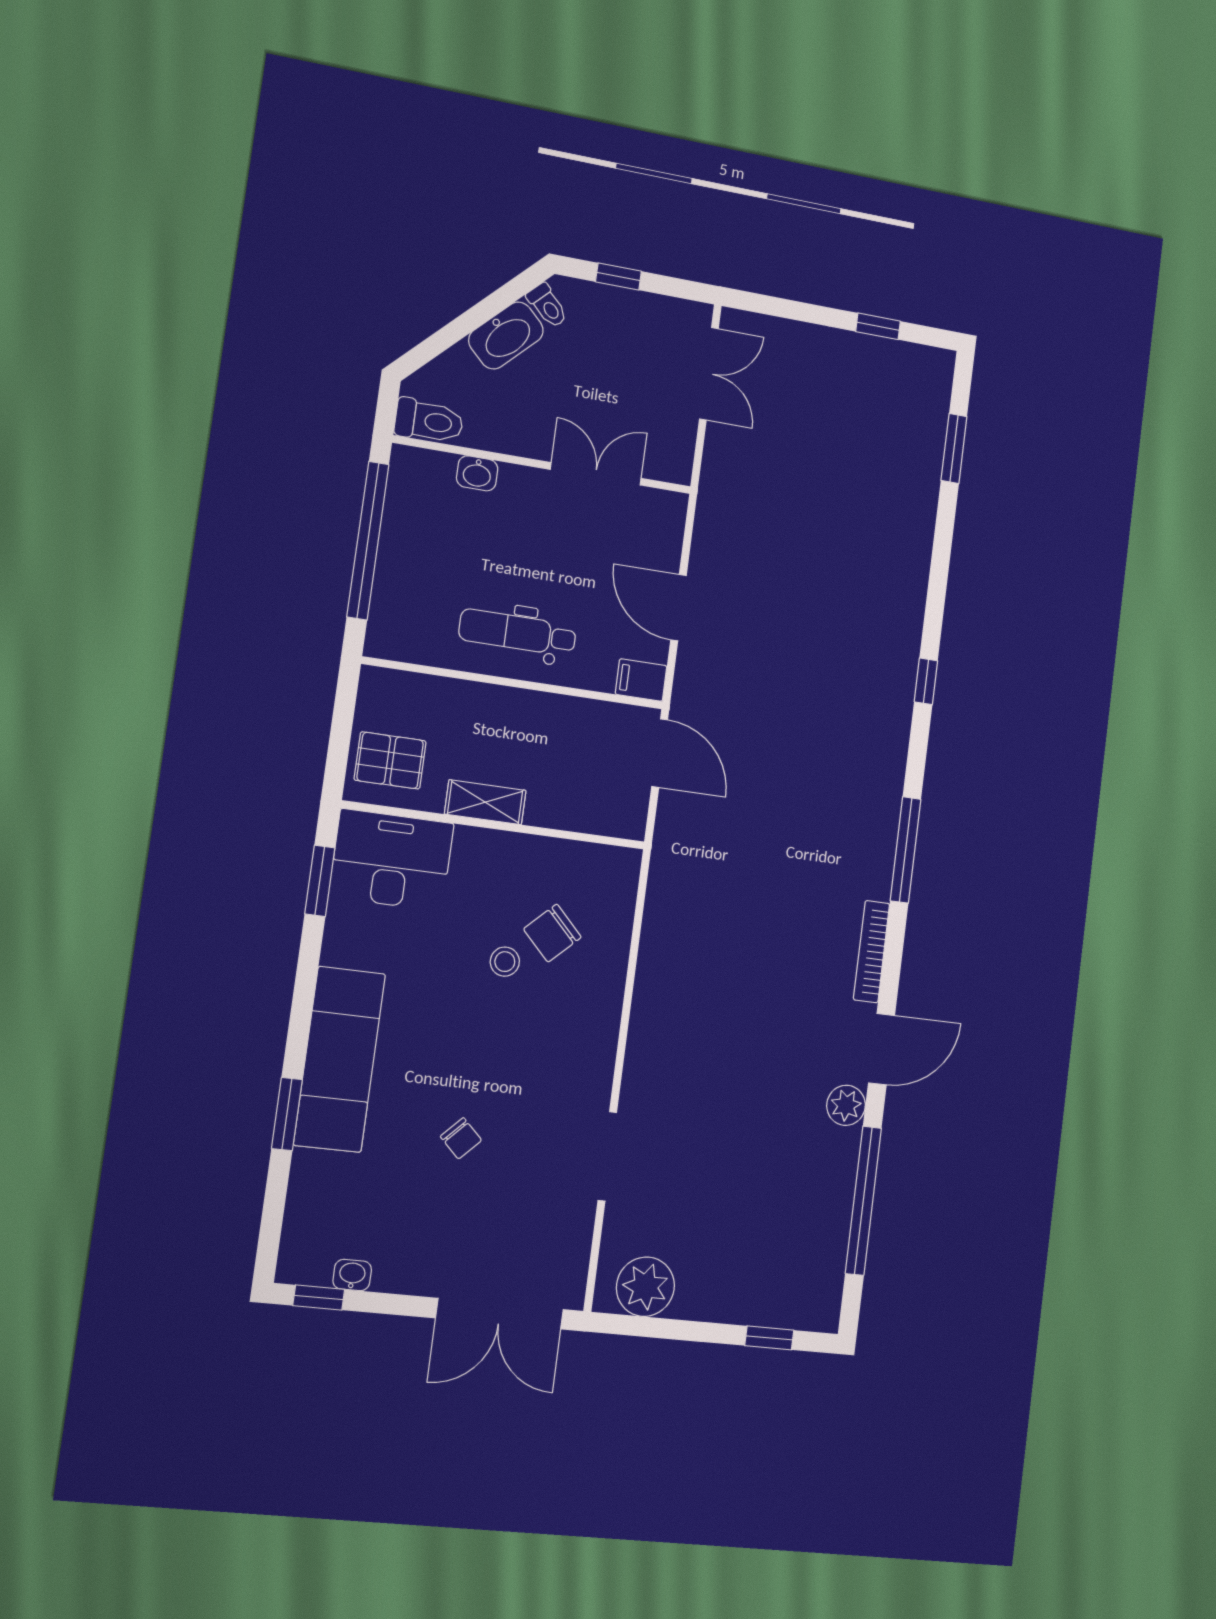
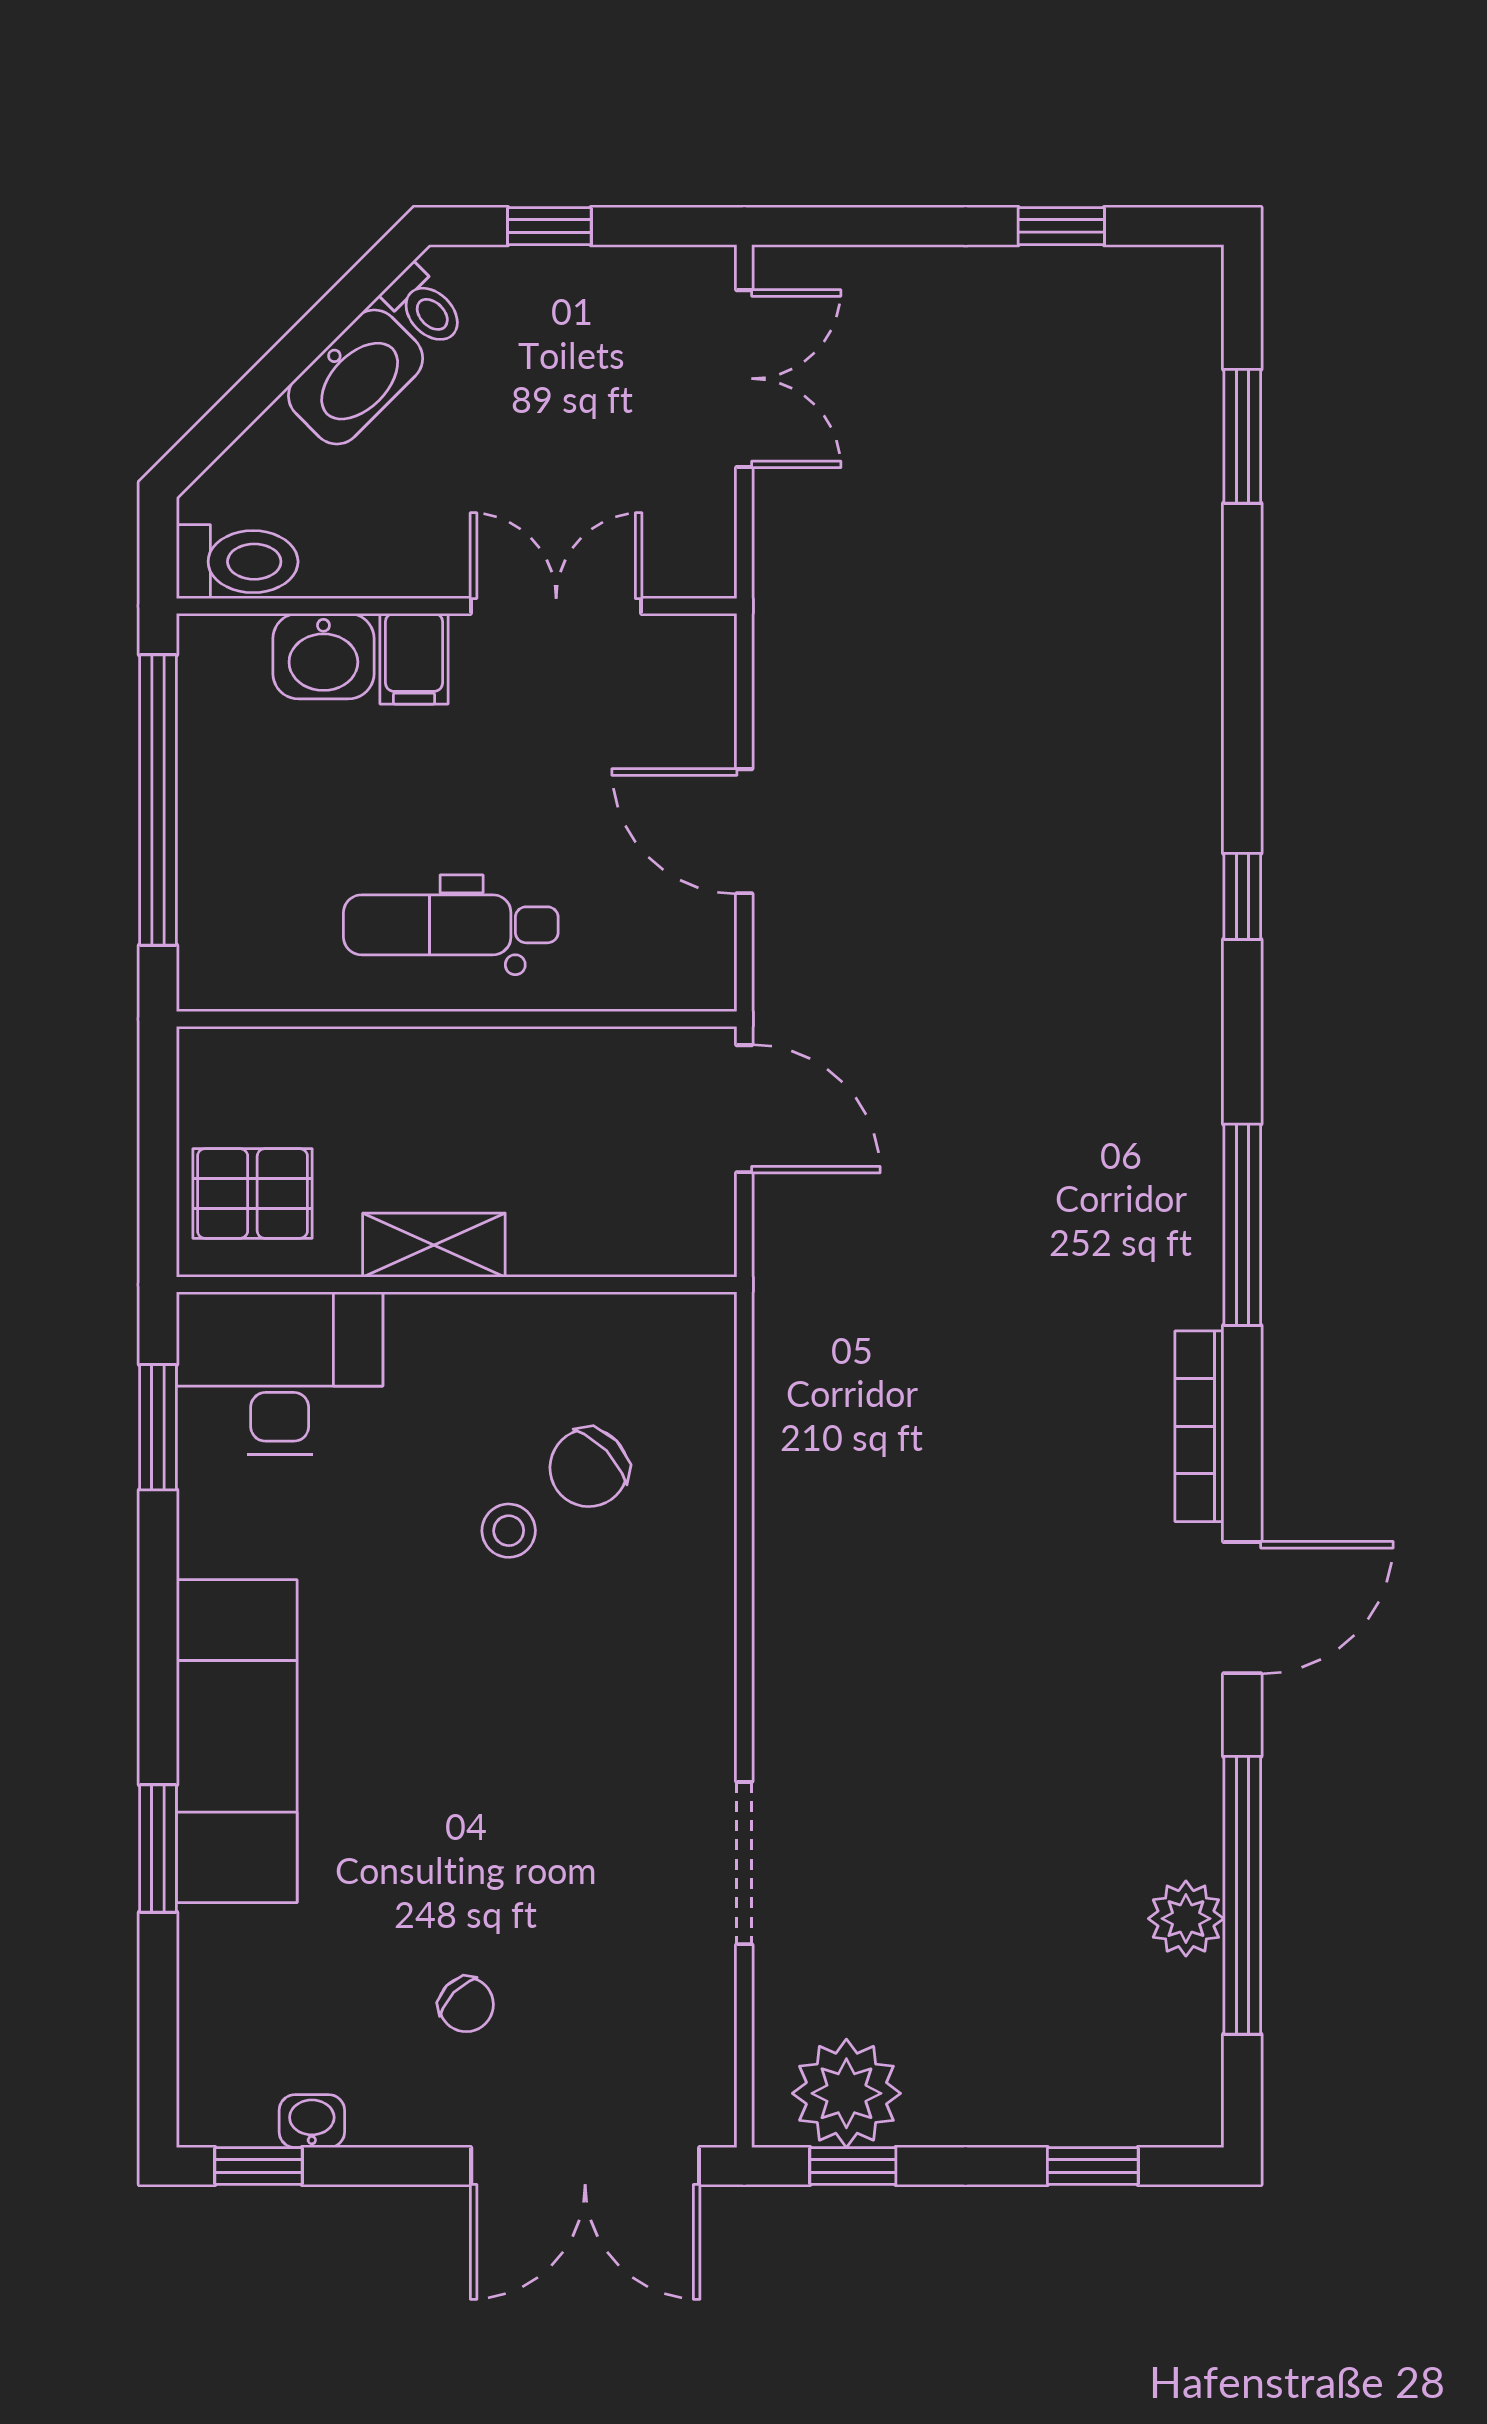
washbasin: (477, 473) -> (323, 656), width x1.38, depth x1.45
filing cabinet: (641, 680) -> (414, 659), moved, turned -90
plant: (846, 1105) -> (1186, 1919), moved
chair: (461, 1138) -> (466, 2005), moved
window: (644, 1327) -> (853, 2166), added

